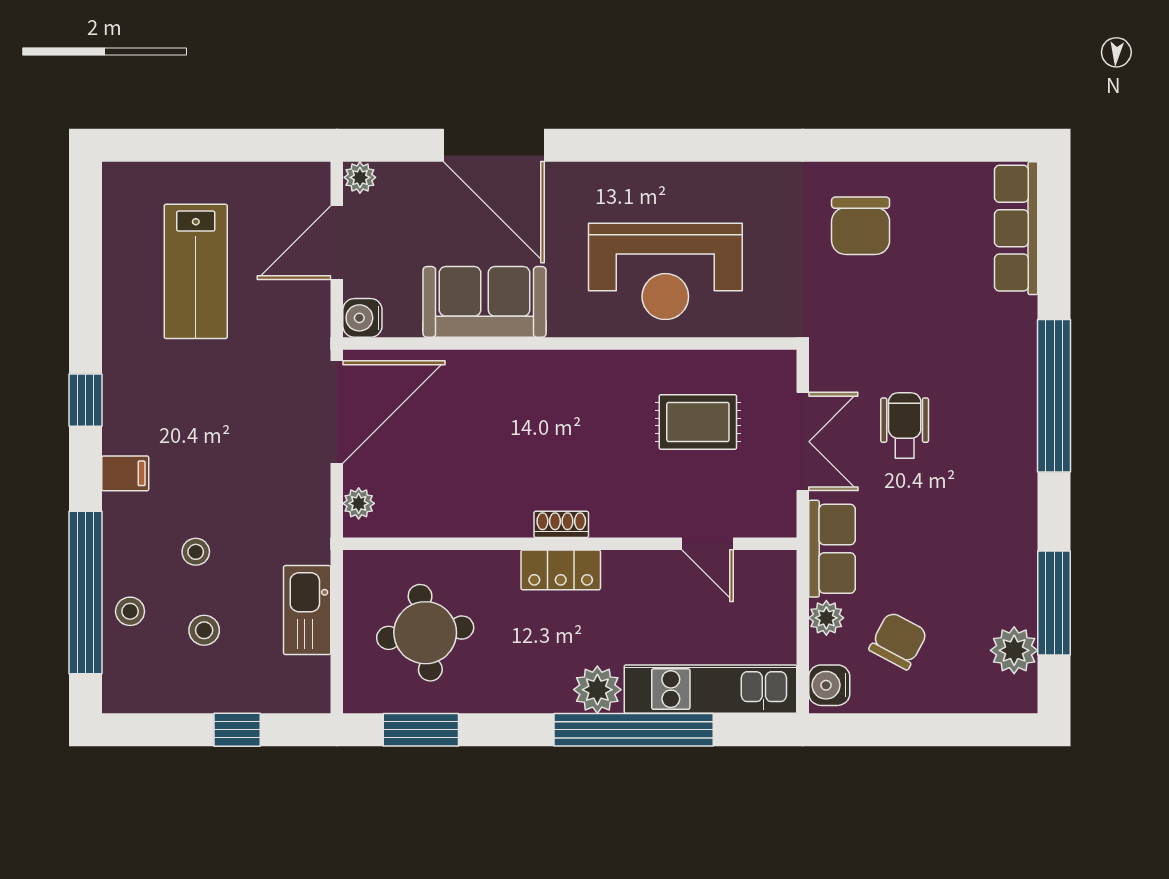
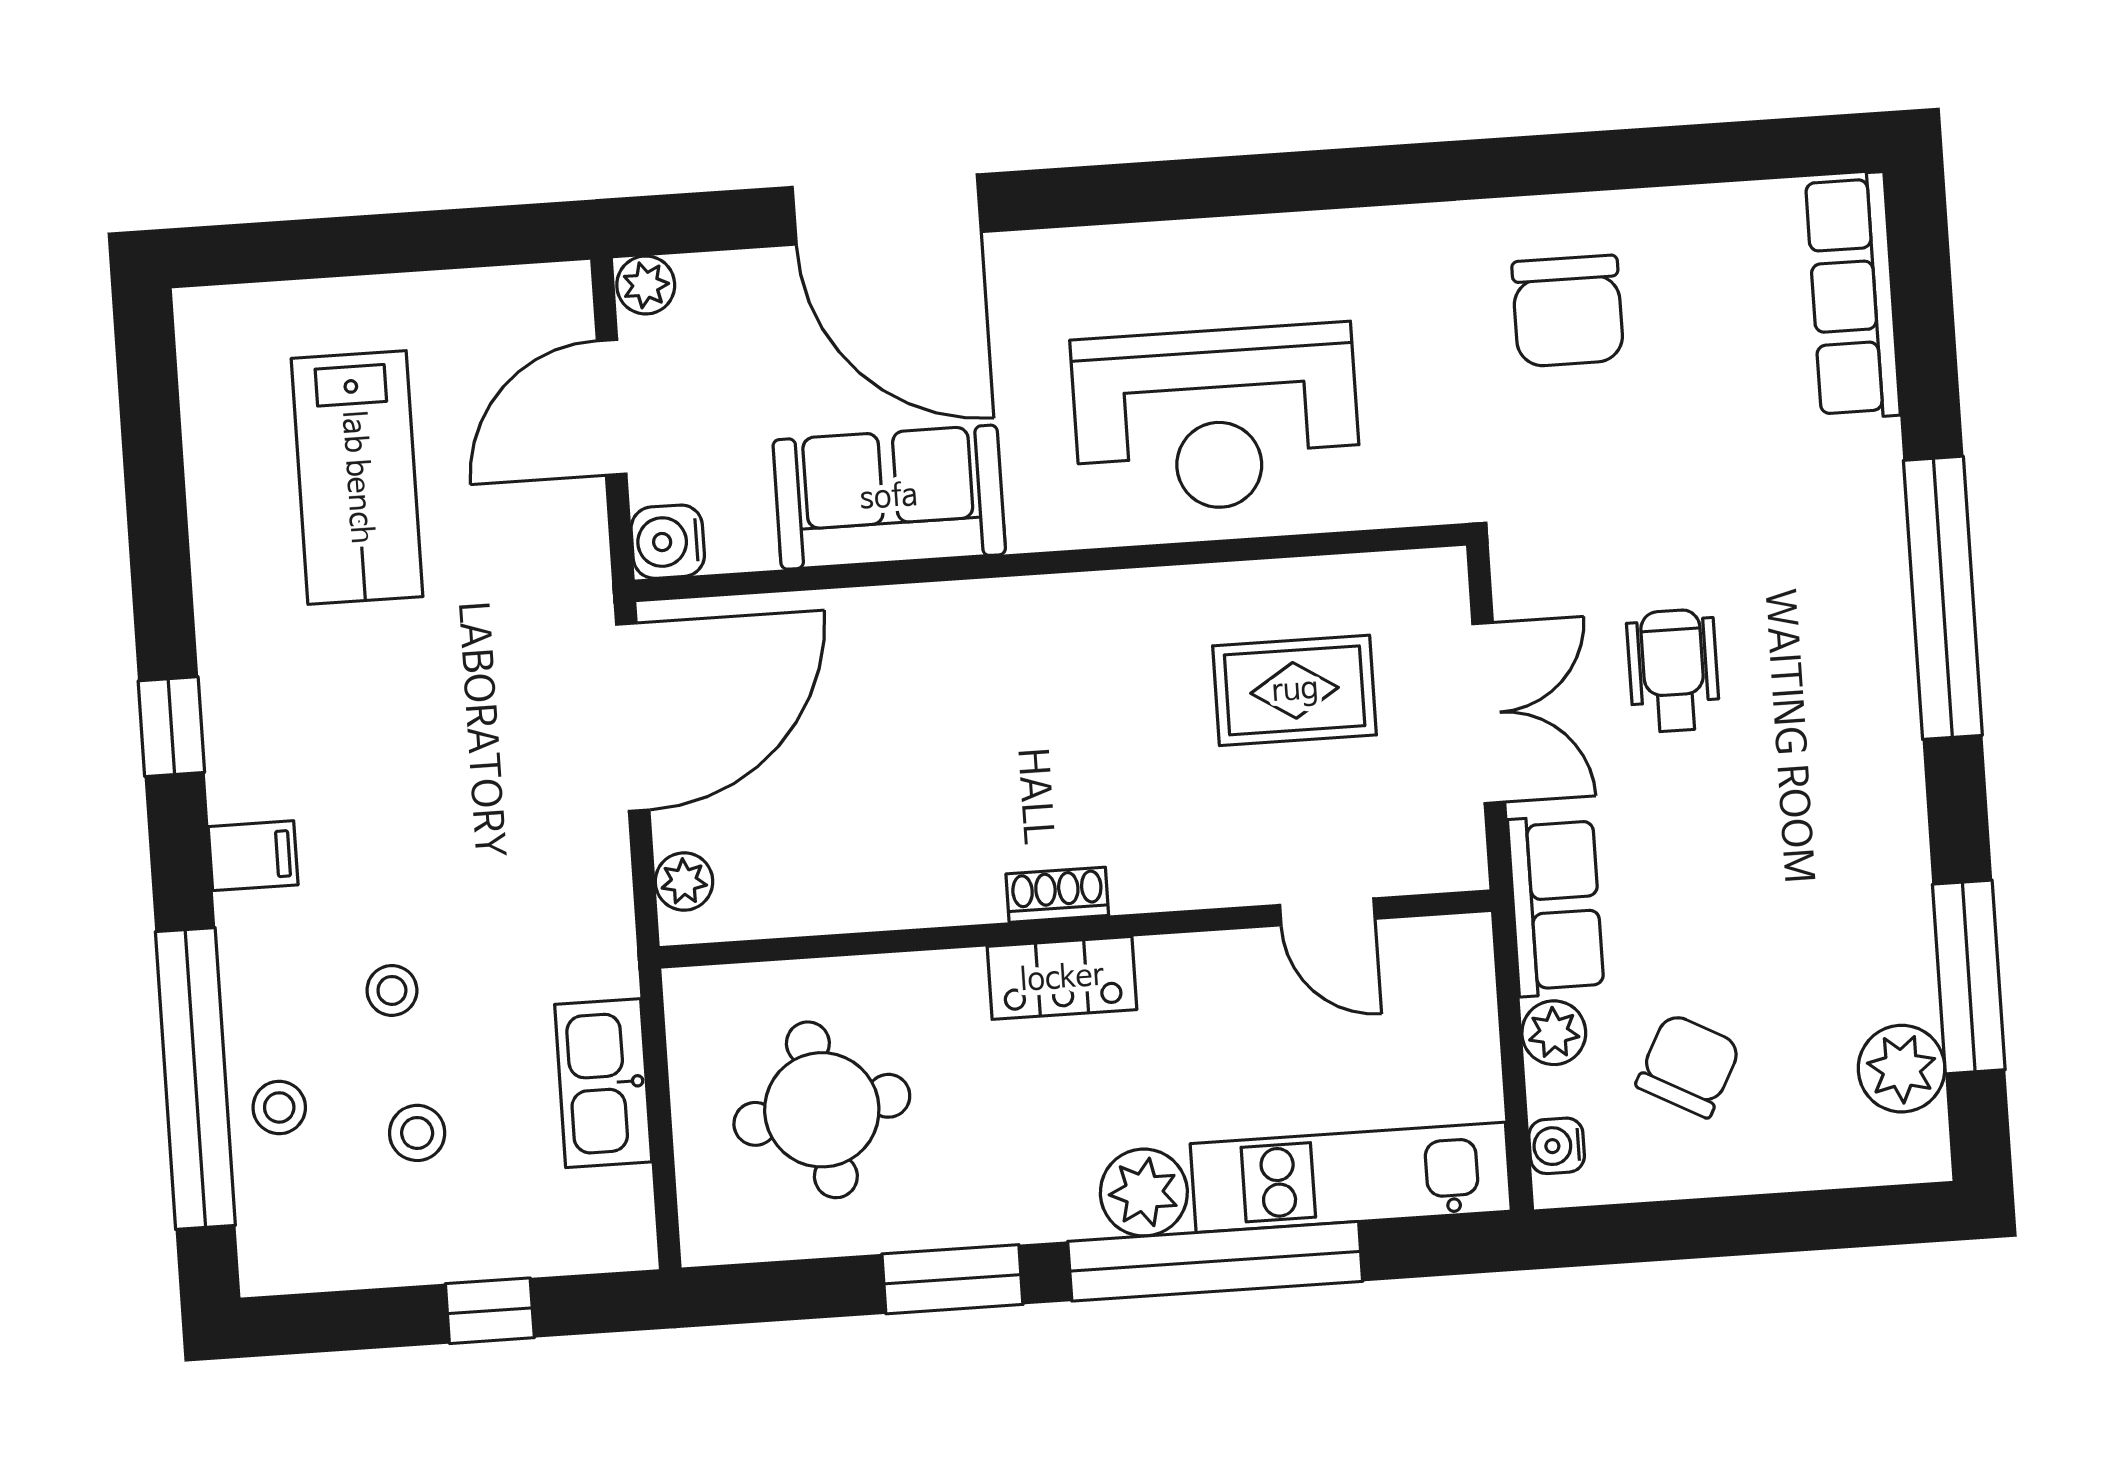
water cooler: (829, 685) -> (1557, 1146), width x0.72, depth x0.72
window: (421, 730) -> (952, 1279), moved

